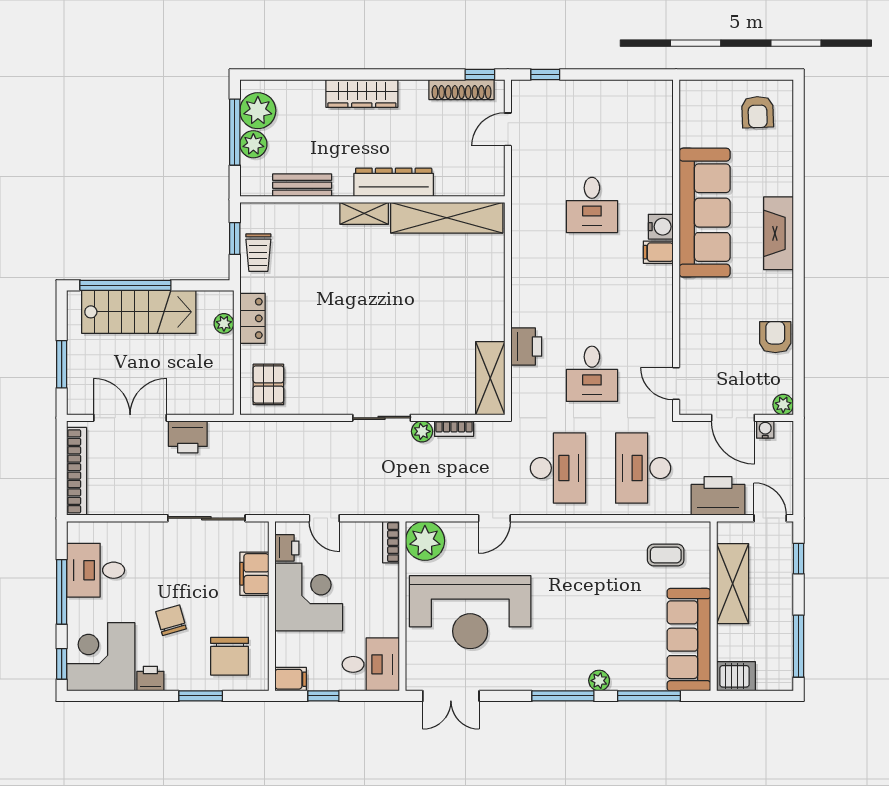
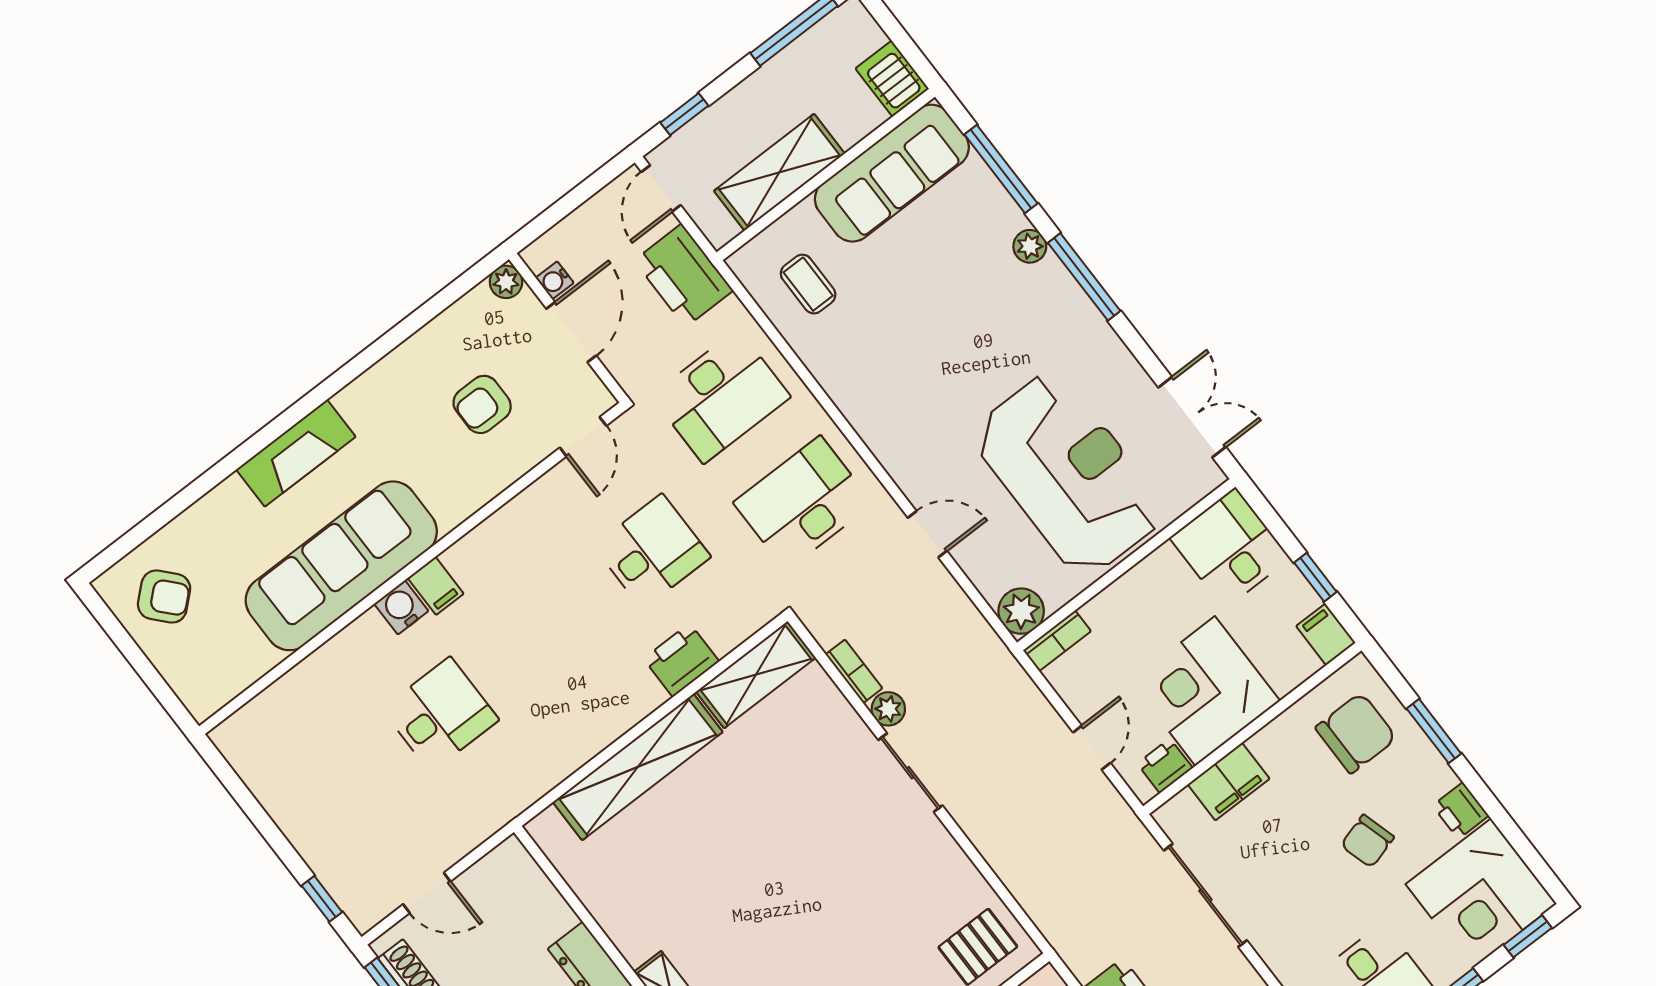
armchair: (758, 112) -> (164, 597), turned 50
shelving: (447, 218) -> (638, 767), moved, turned 90
armchair: (775, 337) -> (482, 404), moved
plant: (425, 541) -> (1021, 611), width x0.73, depth x0.73

